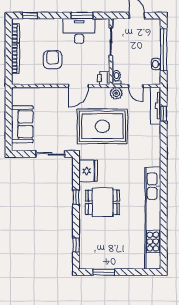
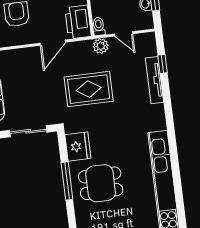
printer: (104, 78) -> (78, 22), width x1.87, depth x1.48
tv unit: (156, 106) -> (154, 80), moved
rug: (102, 126) -> (89, 89), width x0.73, depth x0.69
window: (76, 197) -> (67, 181), width x2.17

